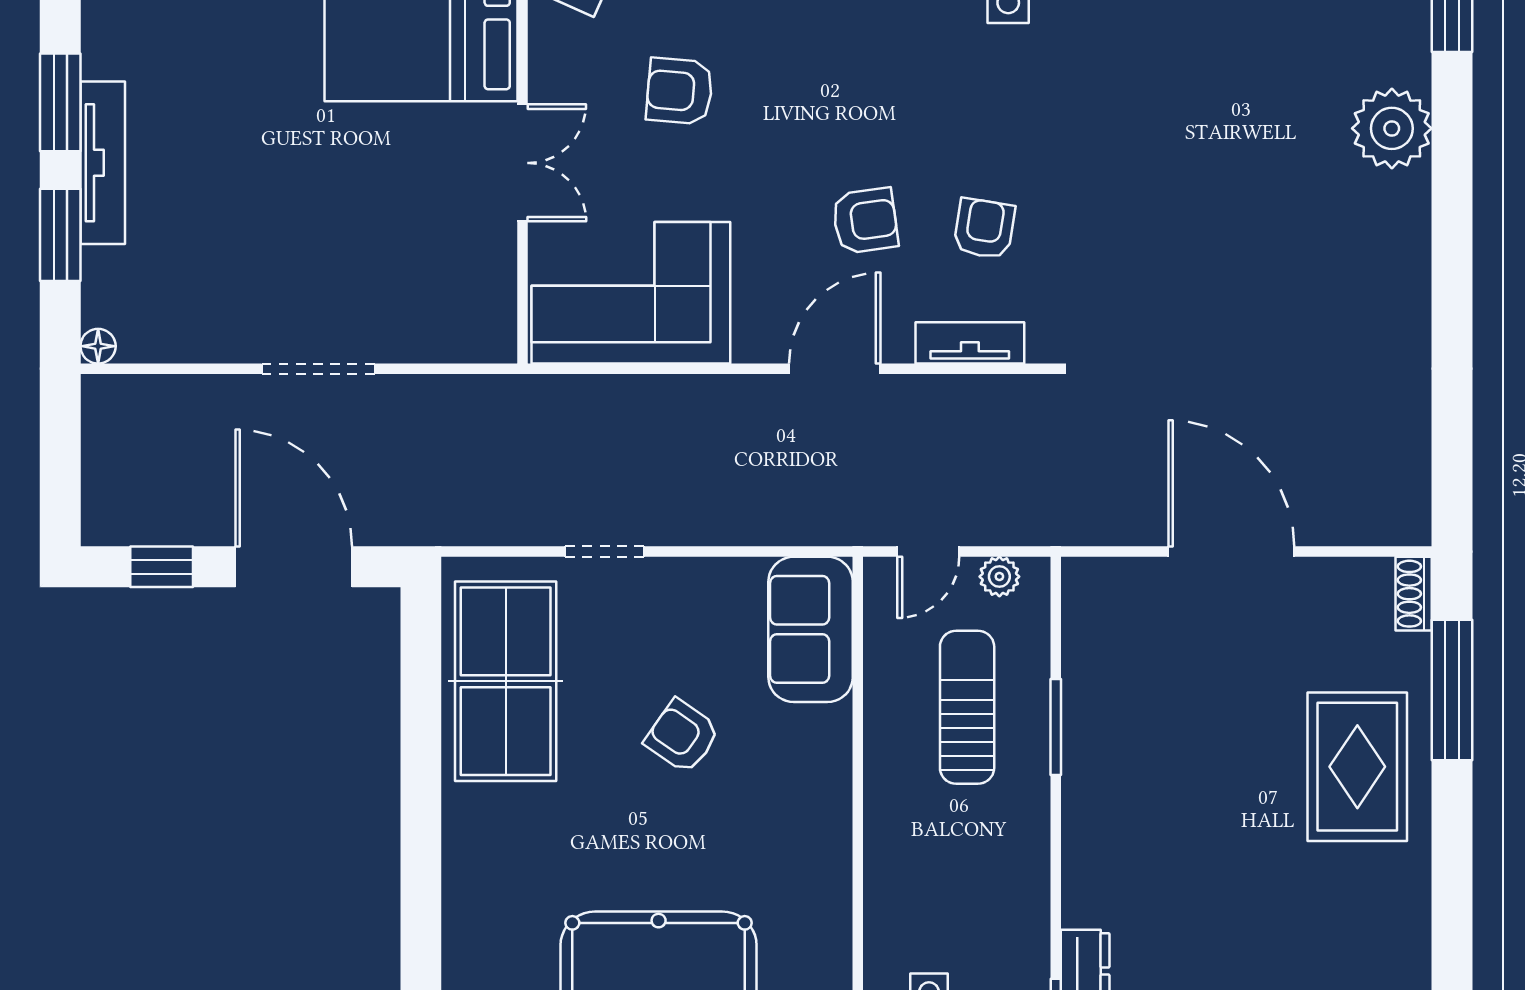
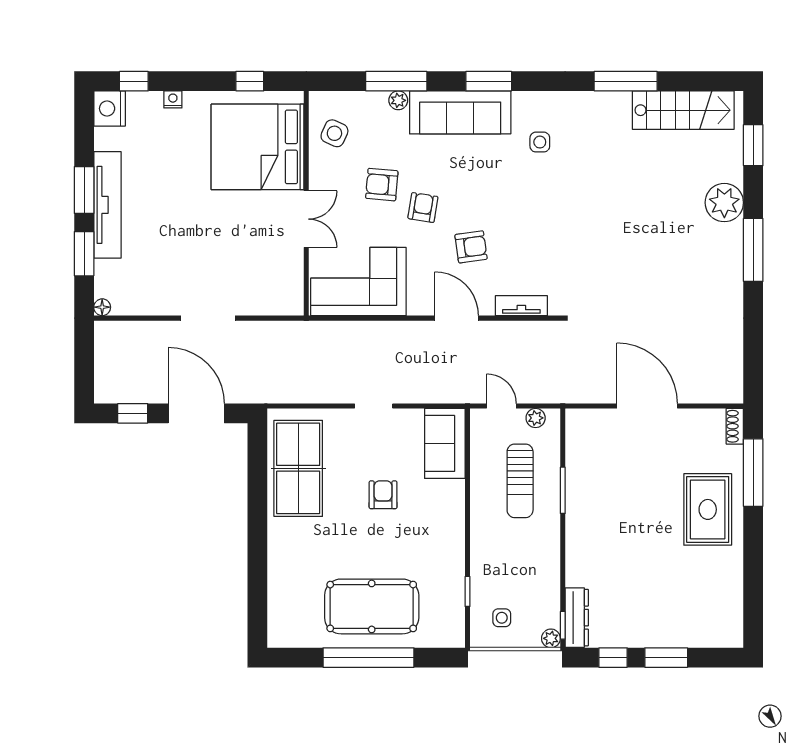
tv unit: (103, 163) -> (107, 205), width x1.36, depth x1.29
window: (1452, 227) -> (753, 250), added
armchair: (984, 229) -> (423, 208), moved
door: (835, 369) -> (456, 318), hinge flipped
doorway: (605, 552) -> (374, 406), moved
door: (928, 552) -> (501, 406), swing flipped
sun lounger: (967, 707) -> (520, 481), turned 180
armchair: (682, 736) -> (383, 495), turned 55
window: (858, 937) -> (467, 591), added

